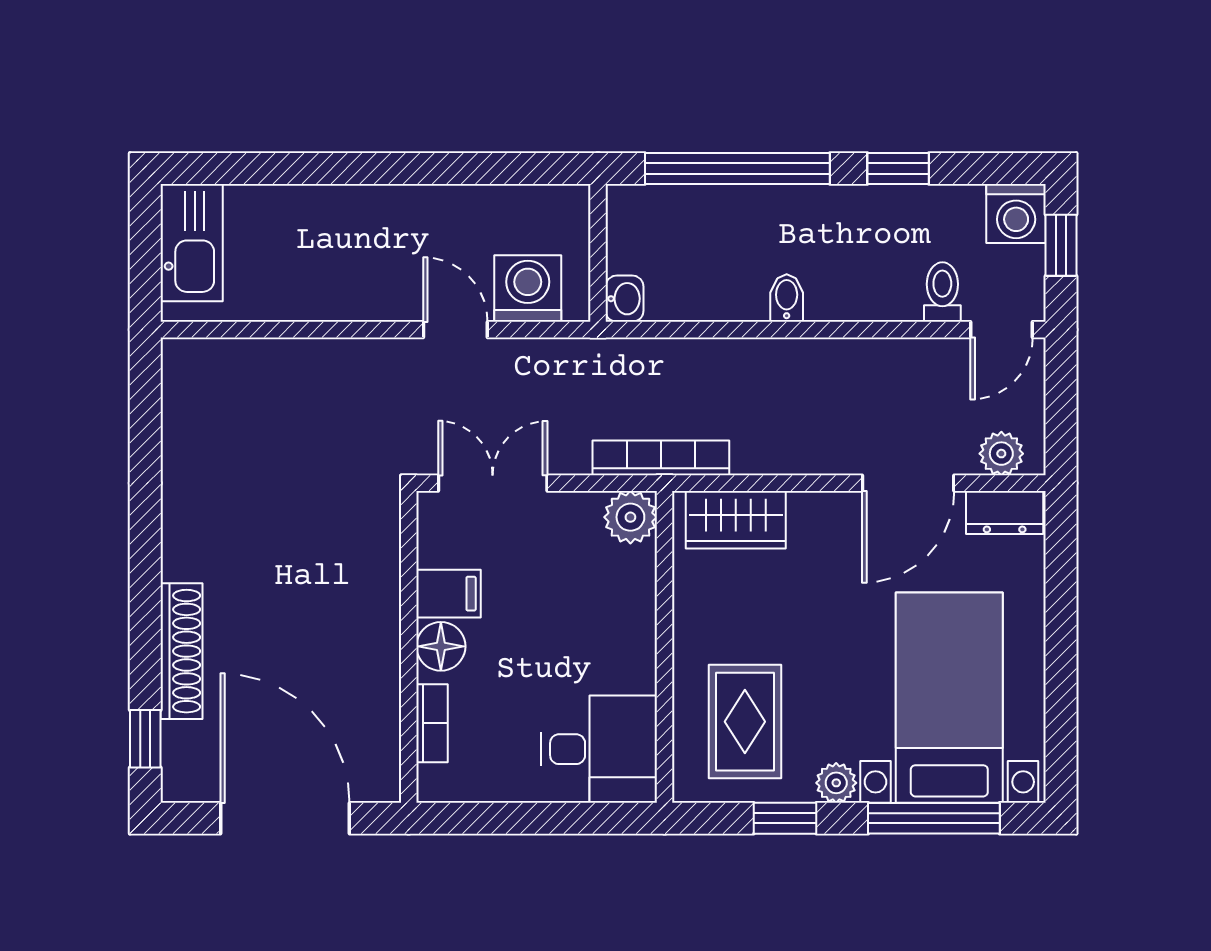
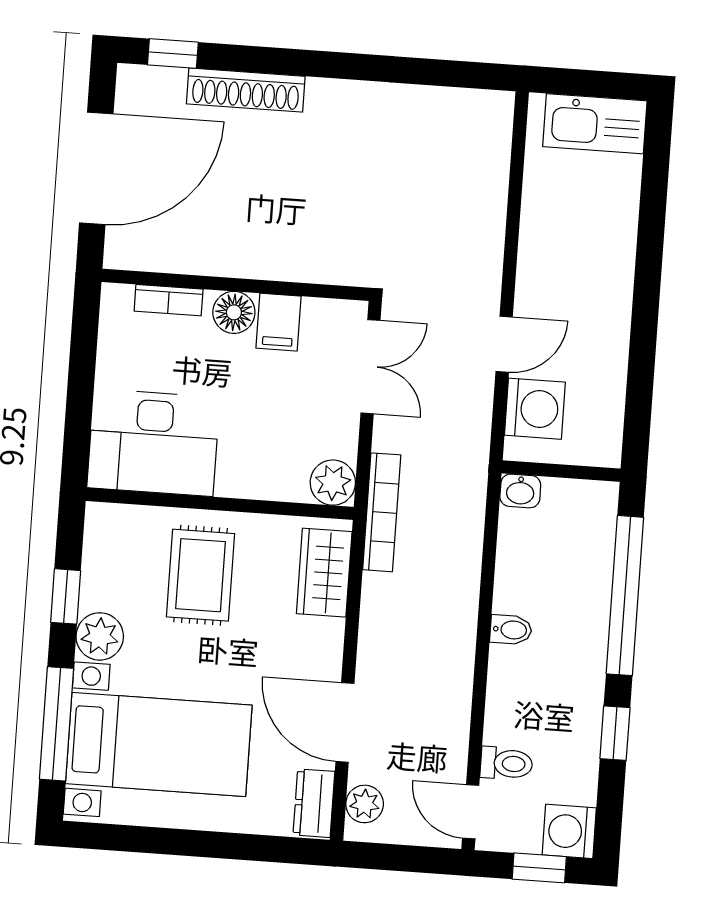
rug: (745, 722) -> (201, 575), moved, turned 90
desk: (599, 749) -> (153, 443), width x1.37
plant: (836, 783) -> (100, 636), width x1.38, depth x1.38

